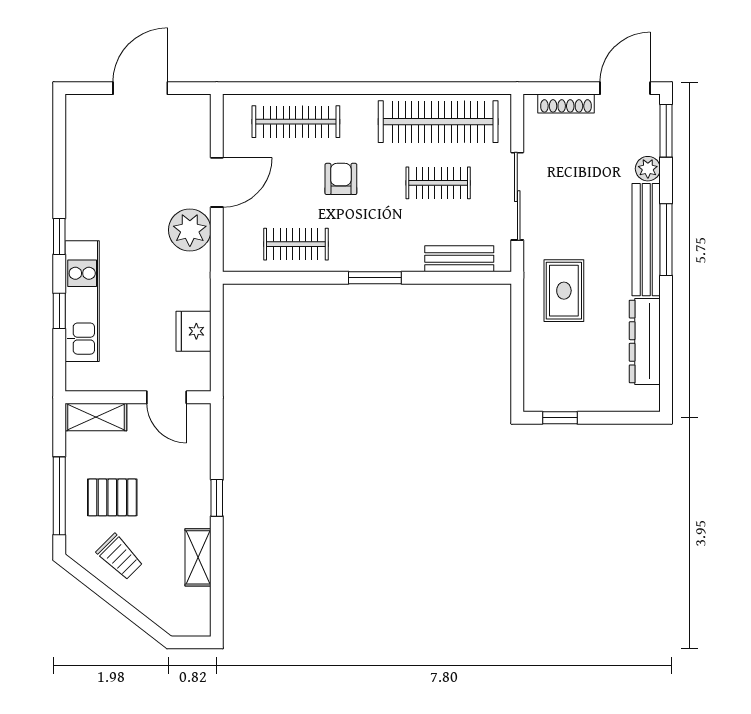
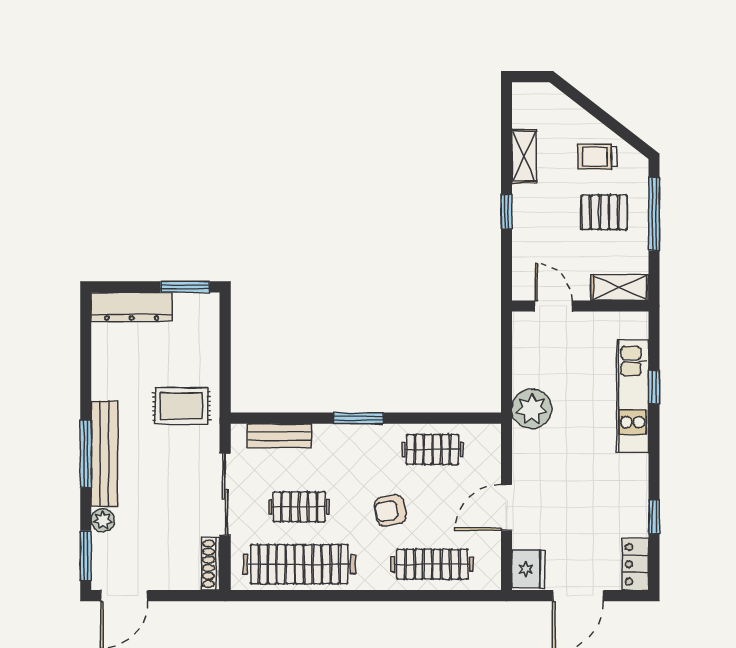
shoe rack: (566, 103) -> (211, 564), moved, turned -90
locker: (79, 122) -> (635, 564), added
armchair: (341, 179) -> (390, 511), turned 80
plant: (190, 230) -> (532, 409), moved
window: (59, 236) -> (654, 517), moved
rug: (564, 291) -> (181, 406), turned 90
fridge: (194, 331) -> (528, 569), moved
dresser: (645, 341) -> (132, 307), moved, turned 90
window: (560, 418) -> (185, 287), width x1.50
trolley: (120, 557) -> (597, 157), turned -45

